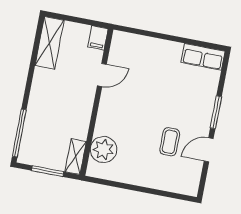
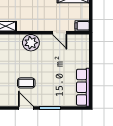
row of seats: (203, 57) -> (83, 87), width x1.48
plant: (104, 150) -> (31, 43), moved

